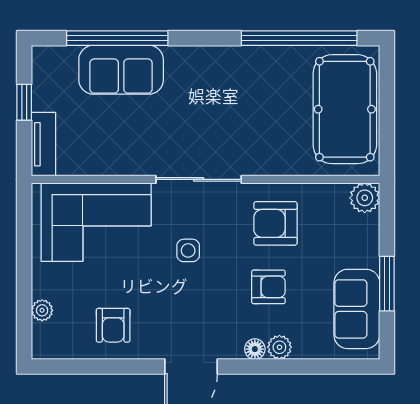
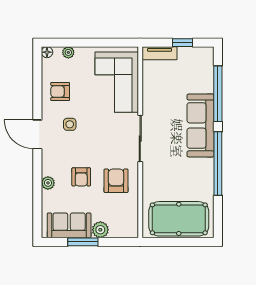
window: (299, 38) -> (218, 163), moved
sofa: (121, 70) -> (200, 125), moved, width x1.36
plant: (365, 198) -> (100, 230), moved
side table: (188, 250) -> (70, 124), moved
floor lamp: (255, 349) -> (47, 52), moved

